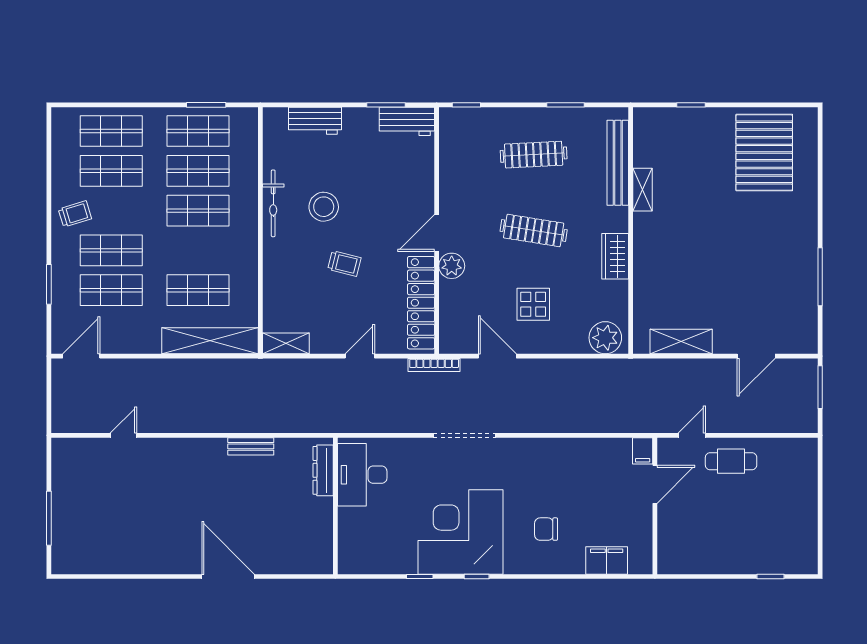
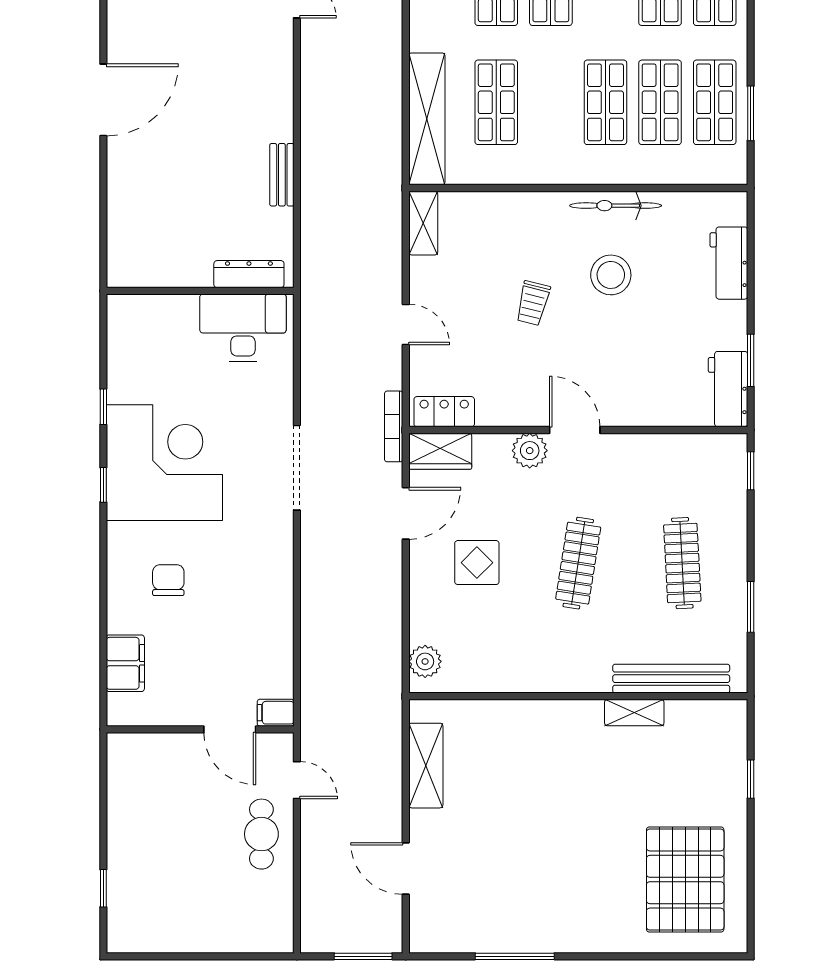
pallet: (764, 153) -> (685, 880), turned 90
wardrobe: (615, 256) -> (440, 451), moved, turned 180
locker: (421, 303) -> (444, 412), width x0.46, depth x0.83
plant: (605, 338) -> (425, 661), width x0.73, depth x0.73
door: (228, 576) -> (103, 100), moved

